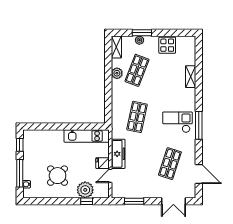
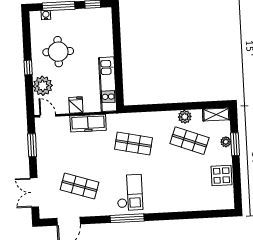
shelving: (191, 77) -> (185, 205), removed
round table: (58, 176) -> (58, 52), turned 45
door: (110, 176) -> (48, 116), moved
window: (87, 201) -> (28, 68), moved

